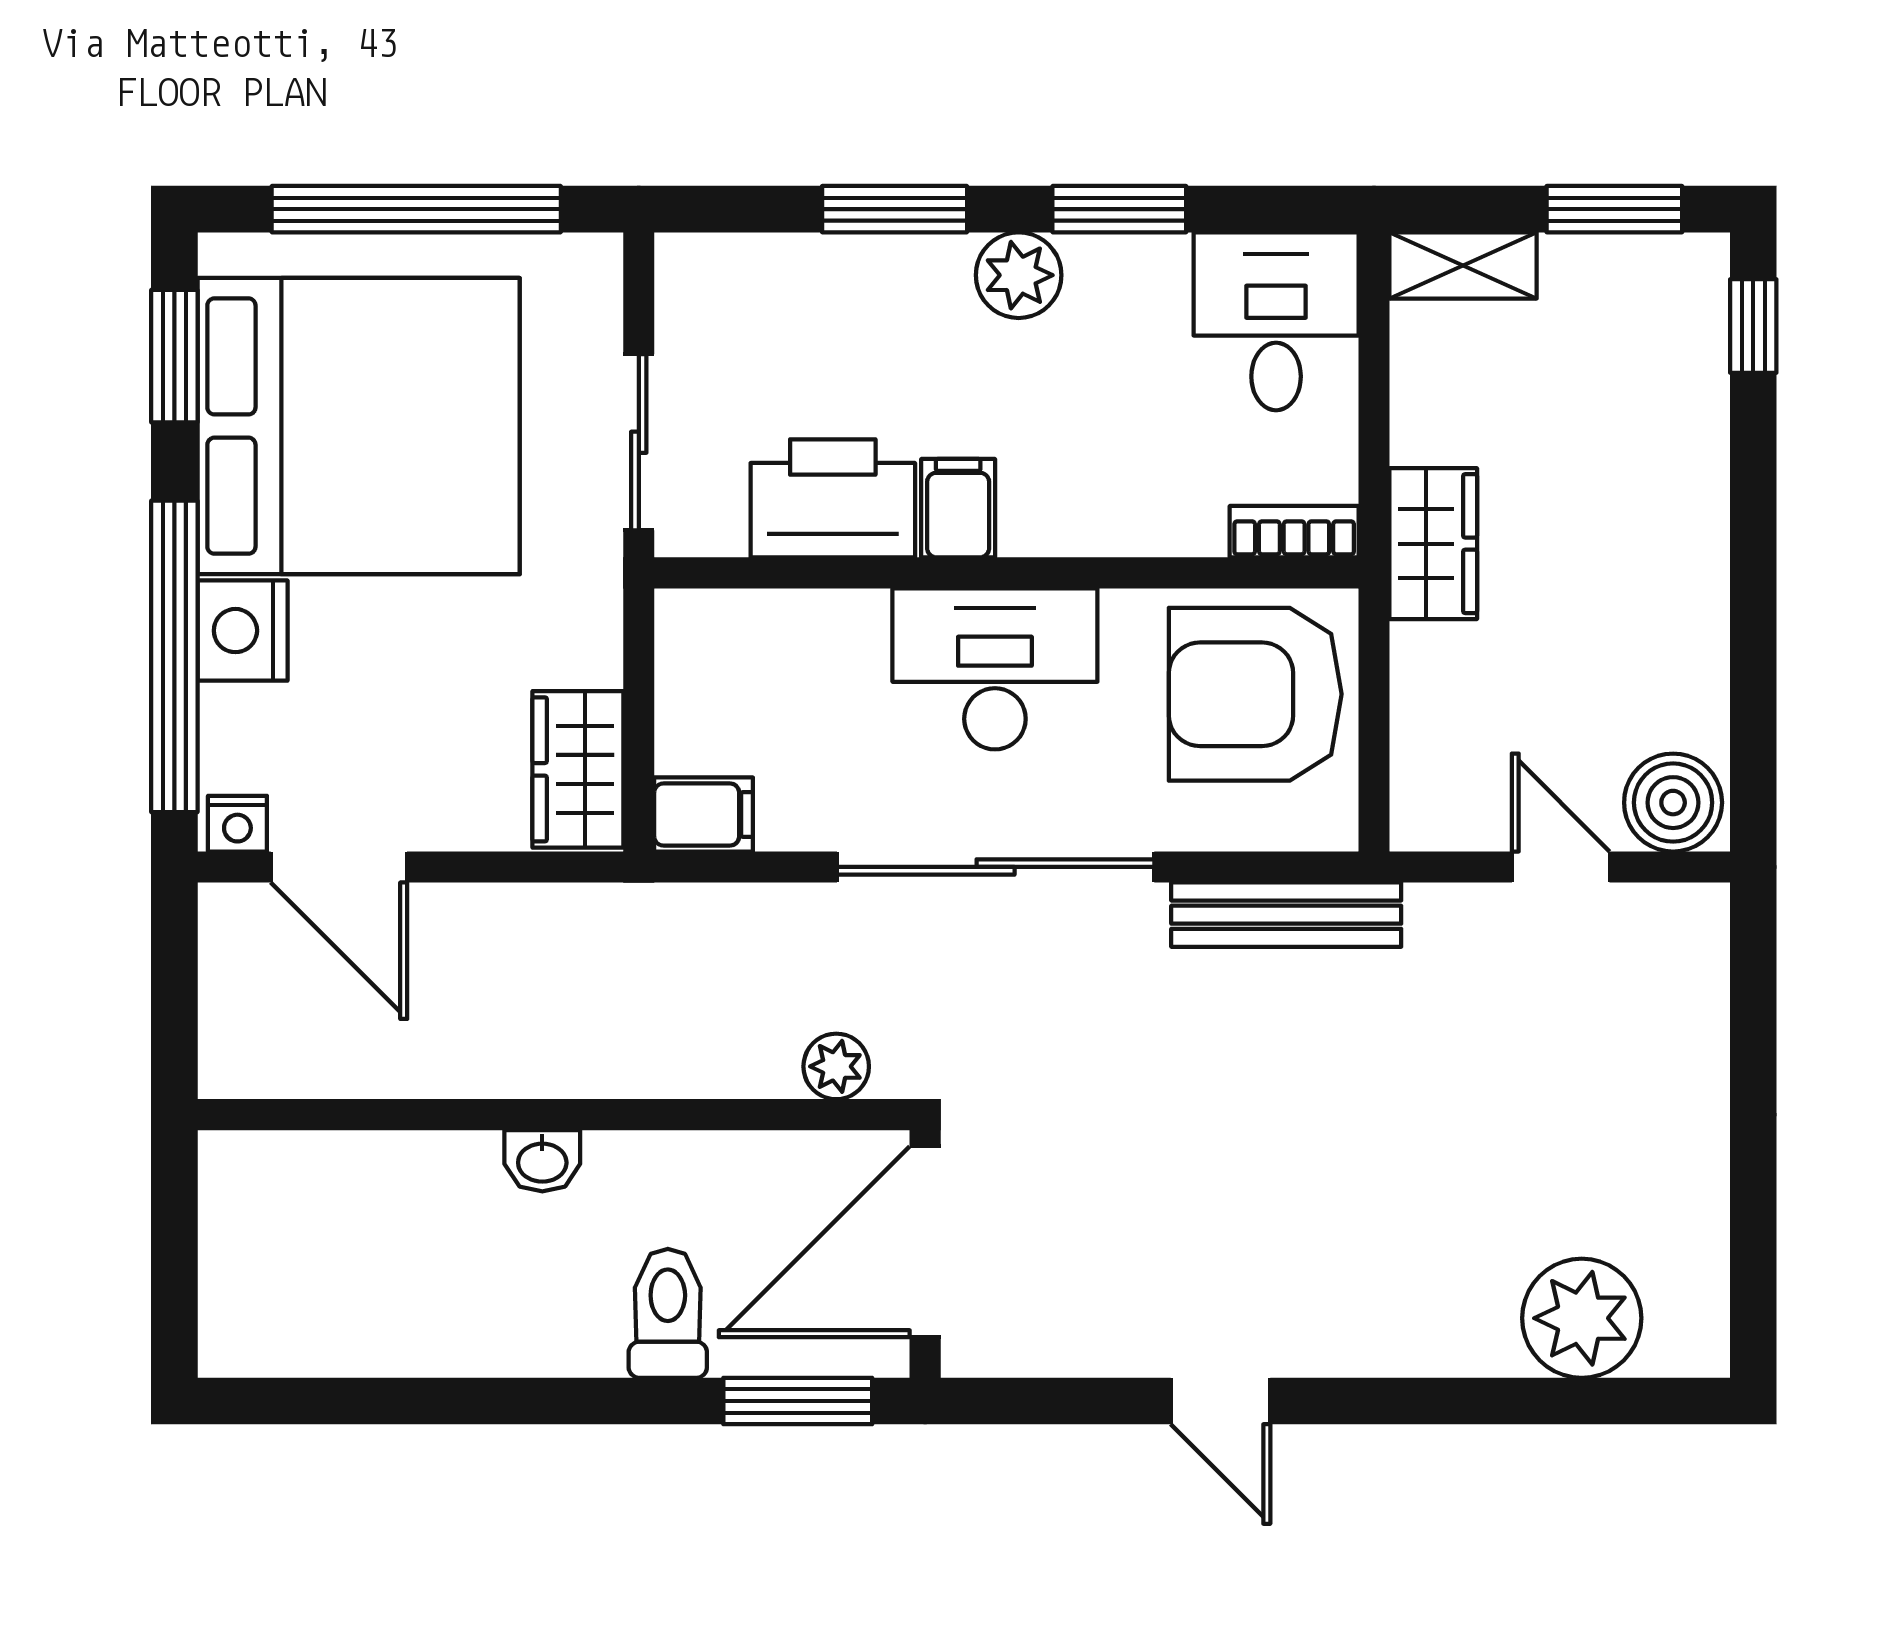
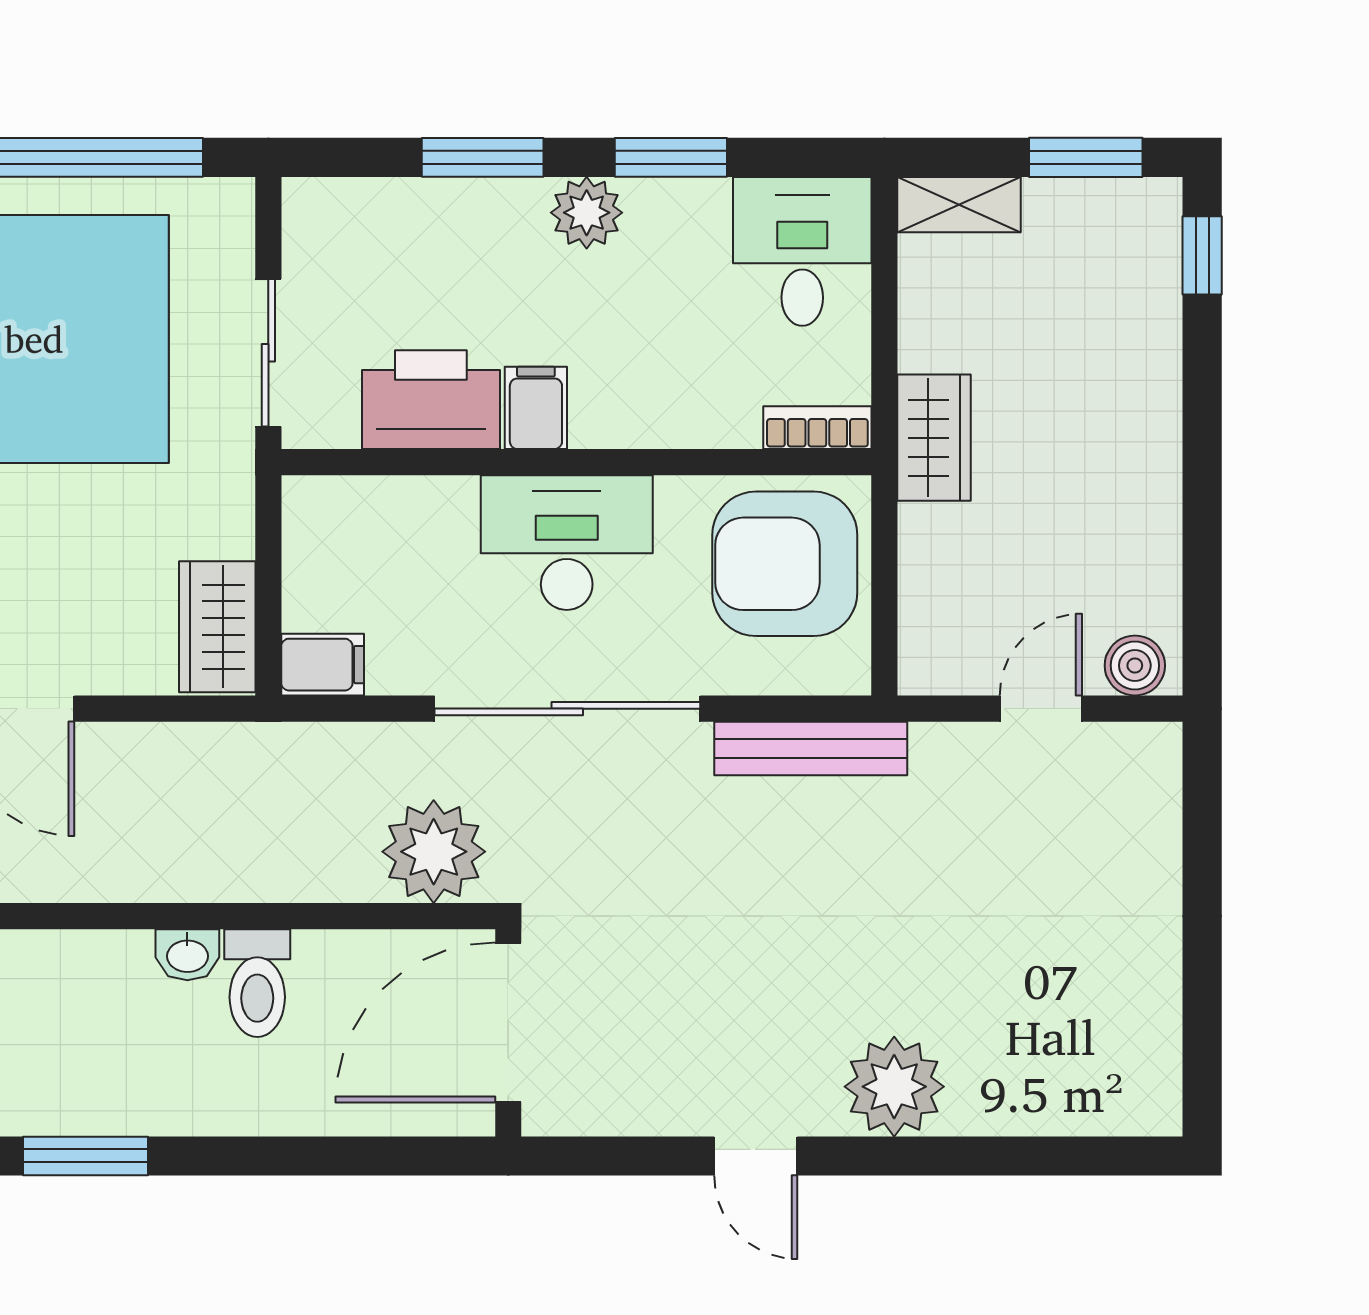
boiler: (1673, 803) -> (1135, 665), width x0.73, depth x0.73
door: (1561, 867) -> (1041, 709), hinge flipped
plant: (836, 1066) -> (434, 852), width x1.88, depth x1.88
toilet: (668, 1313) -> (257, 983), moved, turned 180
plant: (1582, 1318) -> (894, 1087), moved
window: (798, 1401) -> (86, 1156), moved

